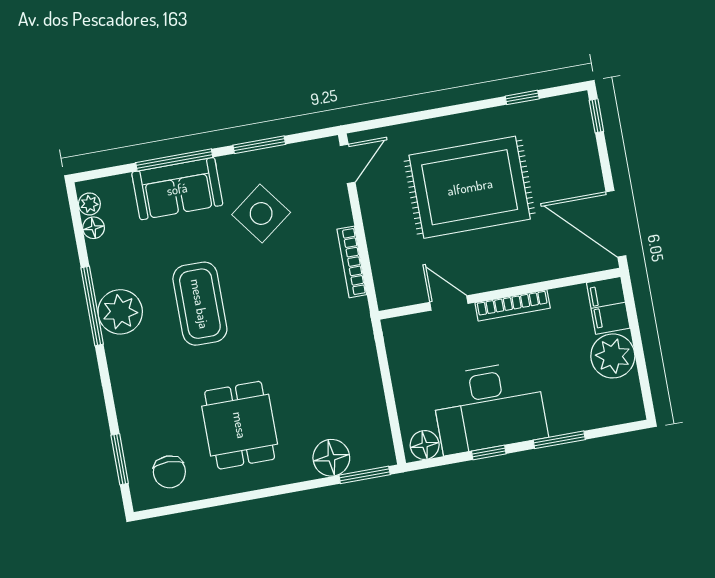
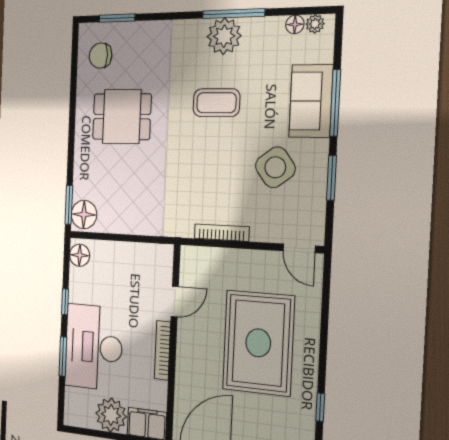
coffee table: (200, 304) -> (216, 103), width x0.73, depth x0.76
desk: (489, 407) -> (94, 347), moved
floor lamp: (331, 458) -> (84, 214), moved

